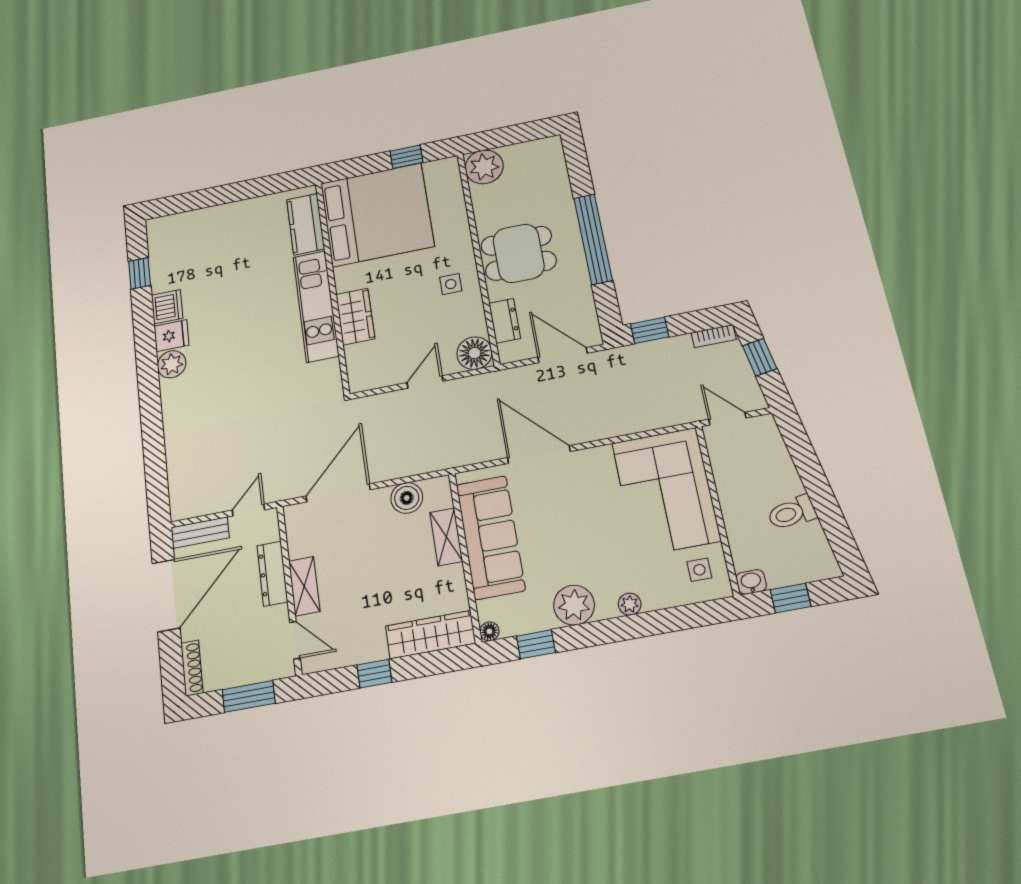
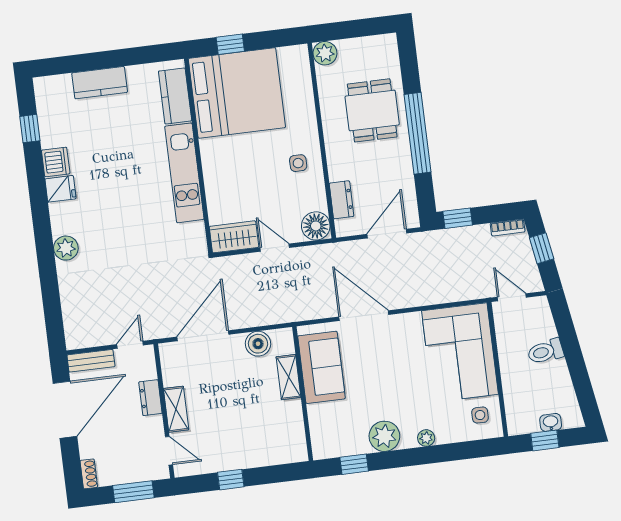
window: (406, 157) -> (230, 44), moved
plant: (484, 167) -> (325, 53), width x0.73, depth x0.73
kitchen counter: (220, 218) -> (100, 83), added
dining table: (519, 253) -> (372, 110), moved, turned 90
wardrobe: (355, 316) -> (234, 237), moved, turned -90
door: (563, 355) -> (387, 234), hinge flipped
plant: (172, 364) -> (66, 248), moved
door: (425, 382) -> (275, 248), hinge flipped
toilet: (792, 513) -> (545, 351), moved
sofa: (490, 537) -> (321, 367), width x0.73
dresser: (272, 574) -> (150, 398), width x0.70
washbasin: (751, 582) -> (551, 422), moved
floor lamp: (489, 631) -> (319, 452), removed
wardrobe: (430, 635) -> (274, 452), removed
shoe rack: (192, 668) -> (89, 474), width x0.70

